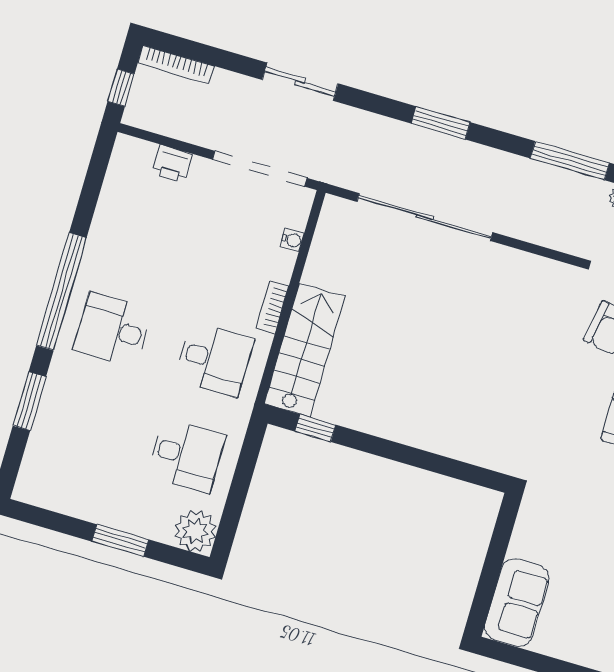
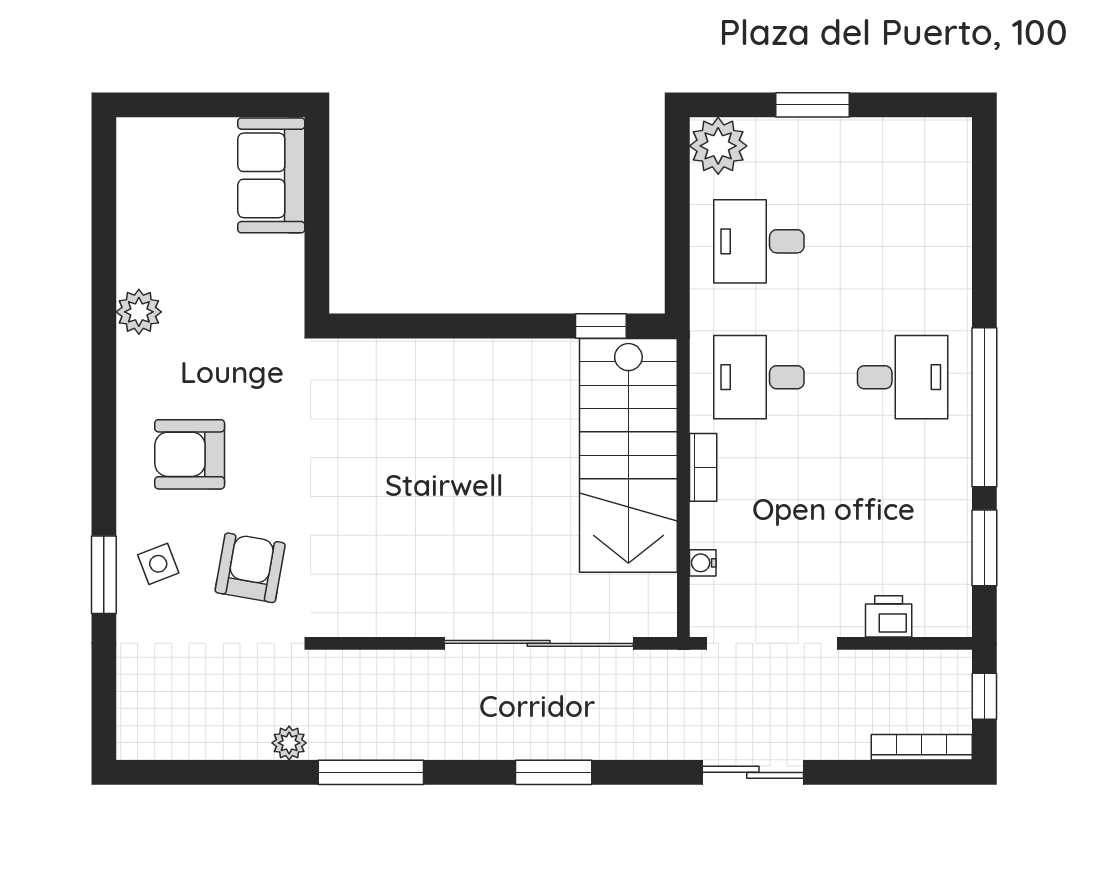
stairs: (305, 350) -> (628, 455), width x1.36, depth x1.51
window: (29, 401) -> (984, 548), moved

